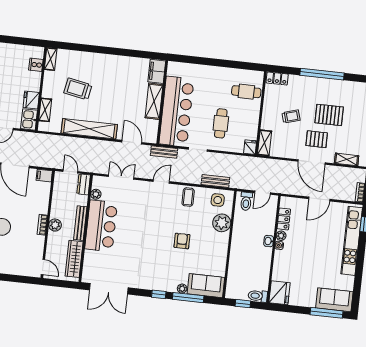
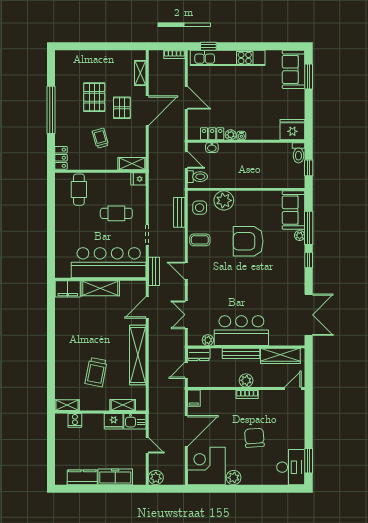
armchair: (182, 241) -> (248, 241), width x1.88, depth x1.88
washbasin: (269, 241) -> (212, 148), moved
window: (327, 313) -> (309, 76), width x0.69

